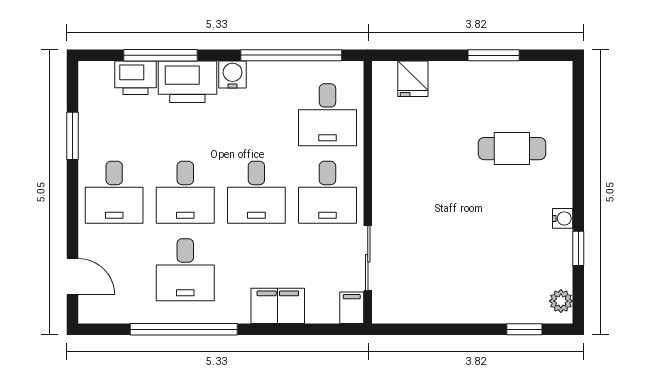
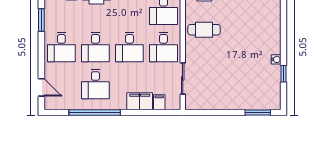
cafe table: (512, 149) -> (204, 30), moved
plant: (561, 301) -> (275, 99), removed
filing cabinet: (352, 308) -> (159, 102), moved
window: (524, 329) -> (258, 112), width x1.50

